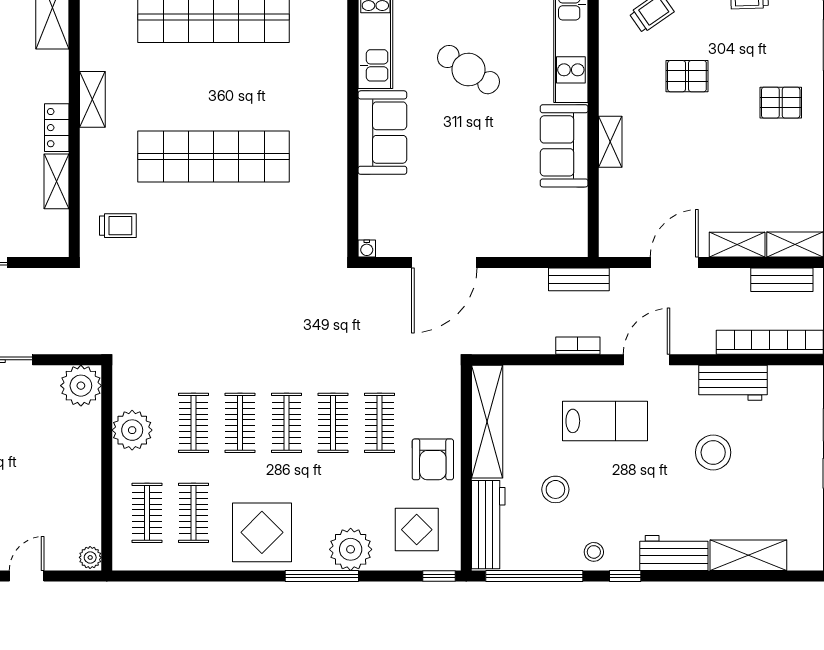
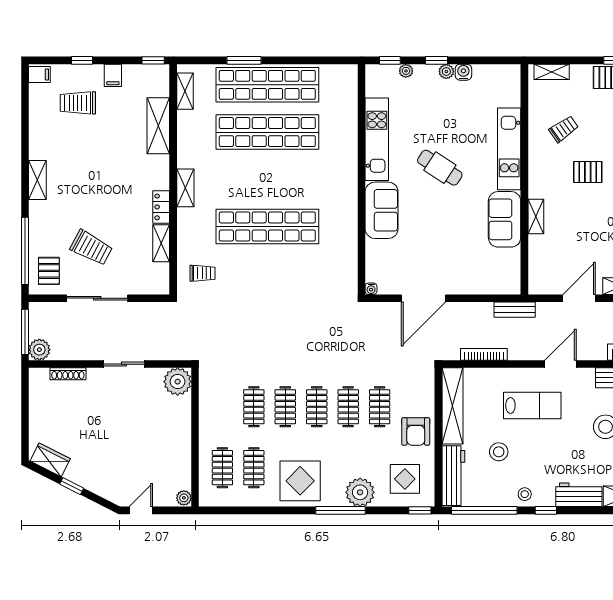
bookcase: (578, 346) -> (484, 354), moved, width x1.56
plant: (132, 430) -> (212, 412), removed

